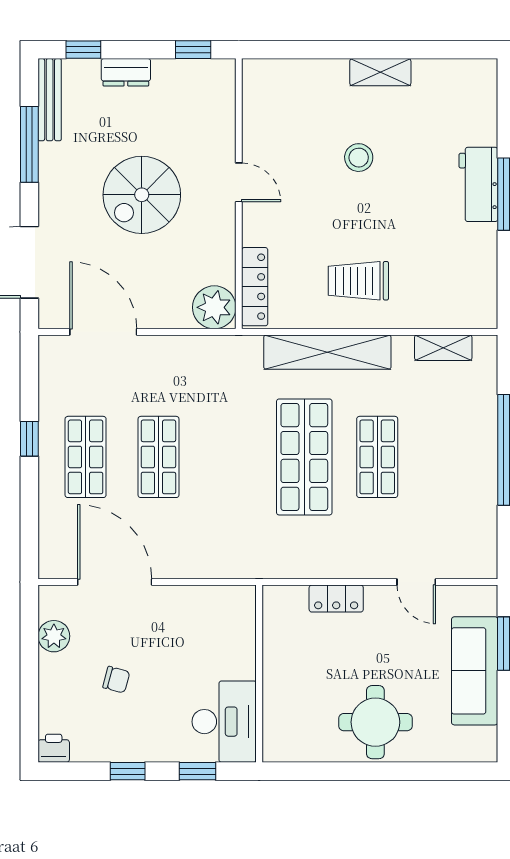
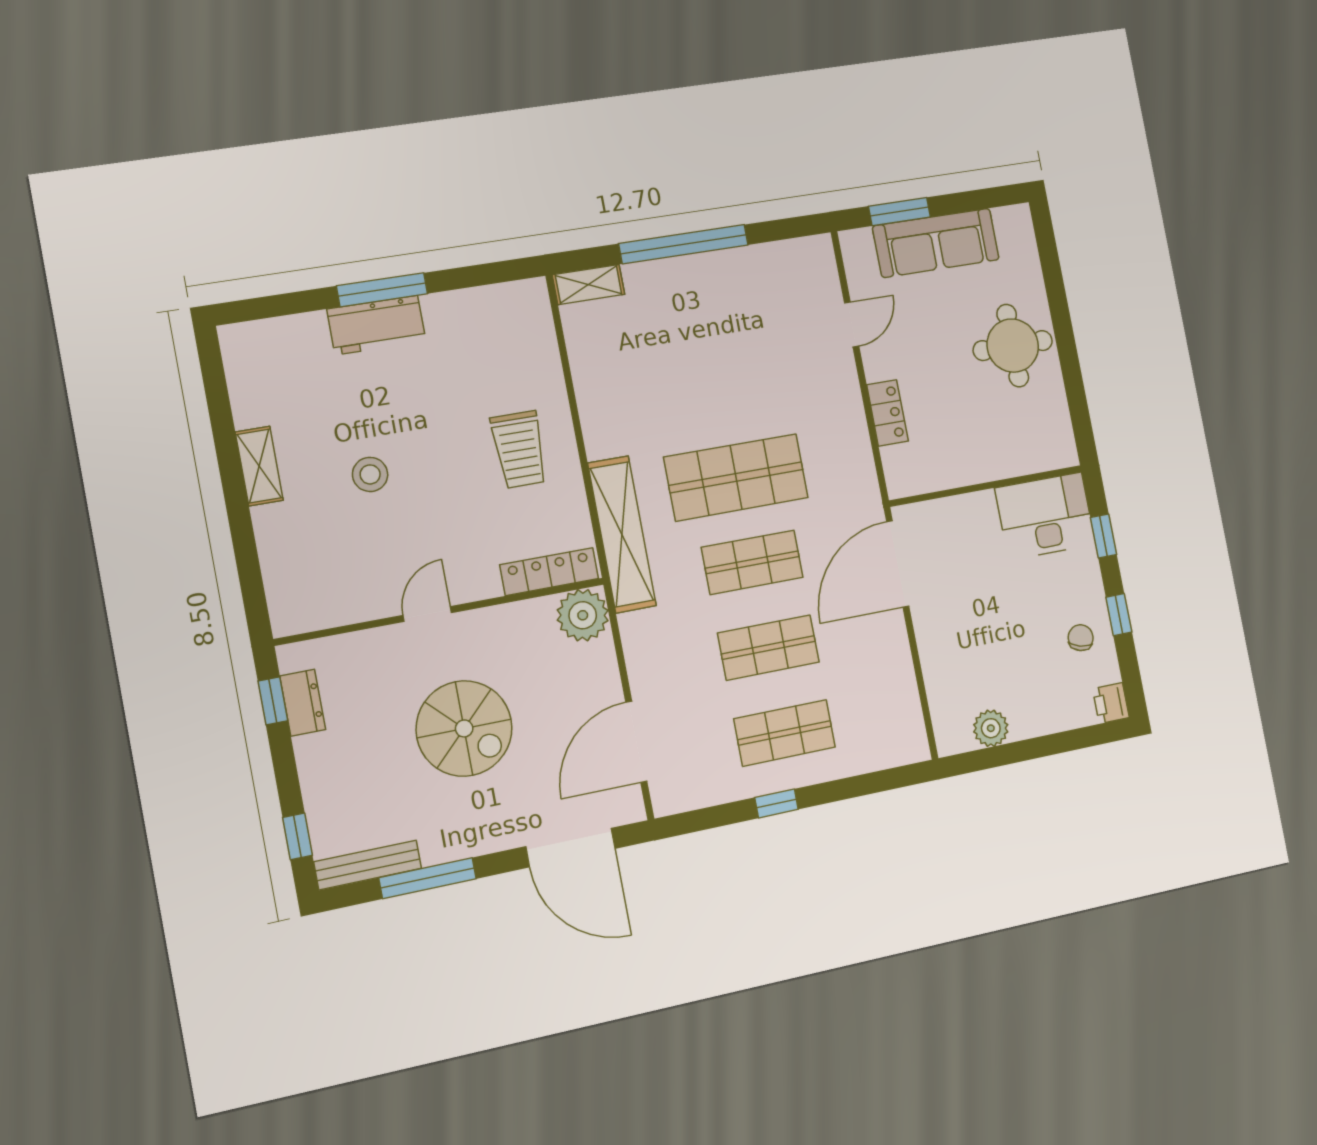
dresser: (126, 72) -> (303, 703), moved
shelving: (443, 348) -> (589, 285), moved, turned 90
shelving: (327, 352) -> (622, 534), moved
shop shelf: (377, 457) -> (752, 562), moved
door: (115, 582) -> (898, 564), moved
chair: (116, 680) -> (1081, 638), moved

